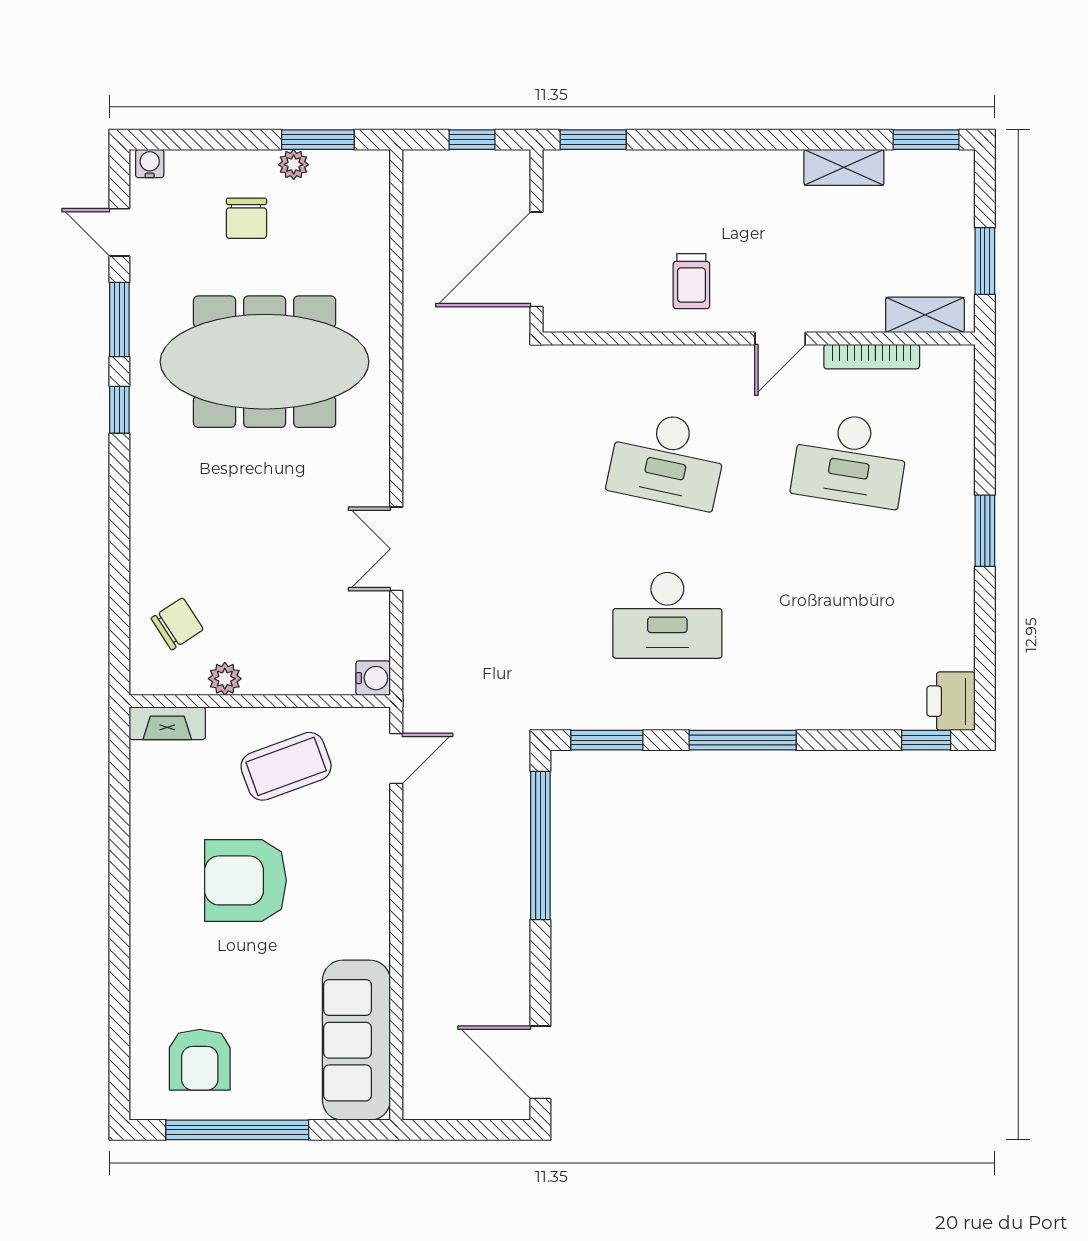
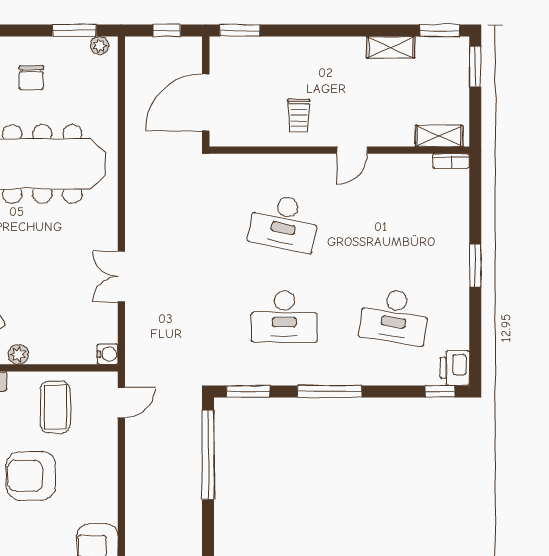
plant: (294, 165) -> (100, 45), moved
window: (985, 261) -> (475, 67), moved
bookcase: (872, 357) -> (451, 161), moved, width x0.64
desk: (850, 459) -> (394, 316), moved
coffee table: (286, 766) -> (55, 407), turned -70

